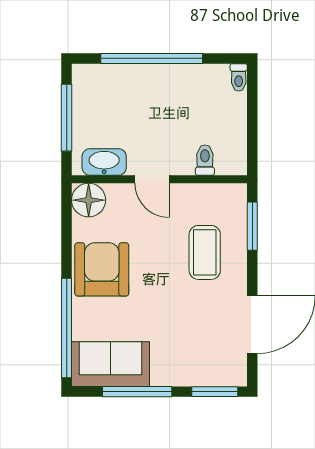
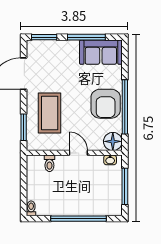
washbasin: (104, 162) -> (110, 160), width x0.52, depth x0.69
coffee table: (205, 252) -> (50, 113), width x1.36, depth x1.32
window: (67, 328) -> (125, 107), moved

